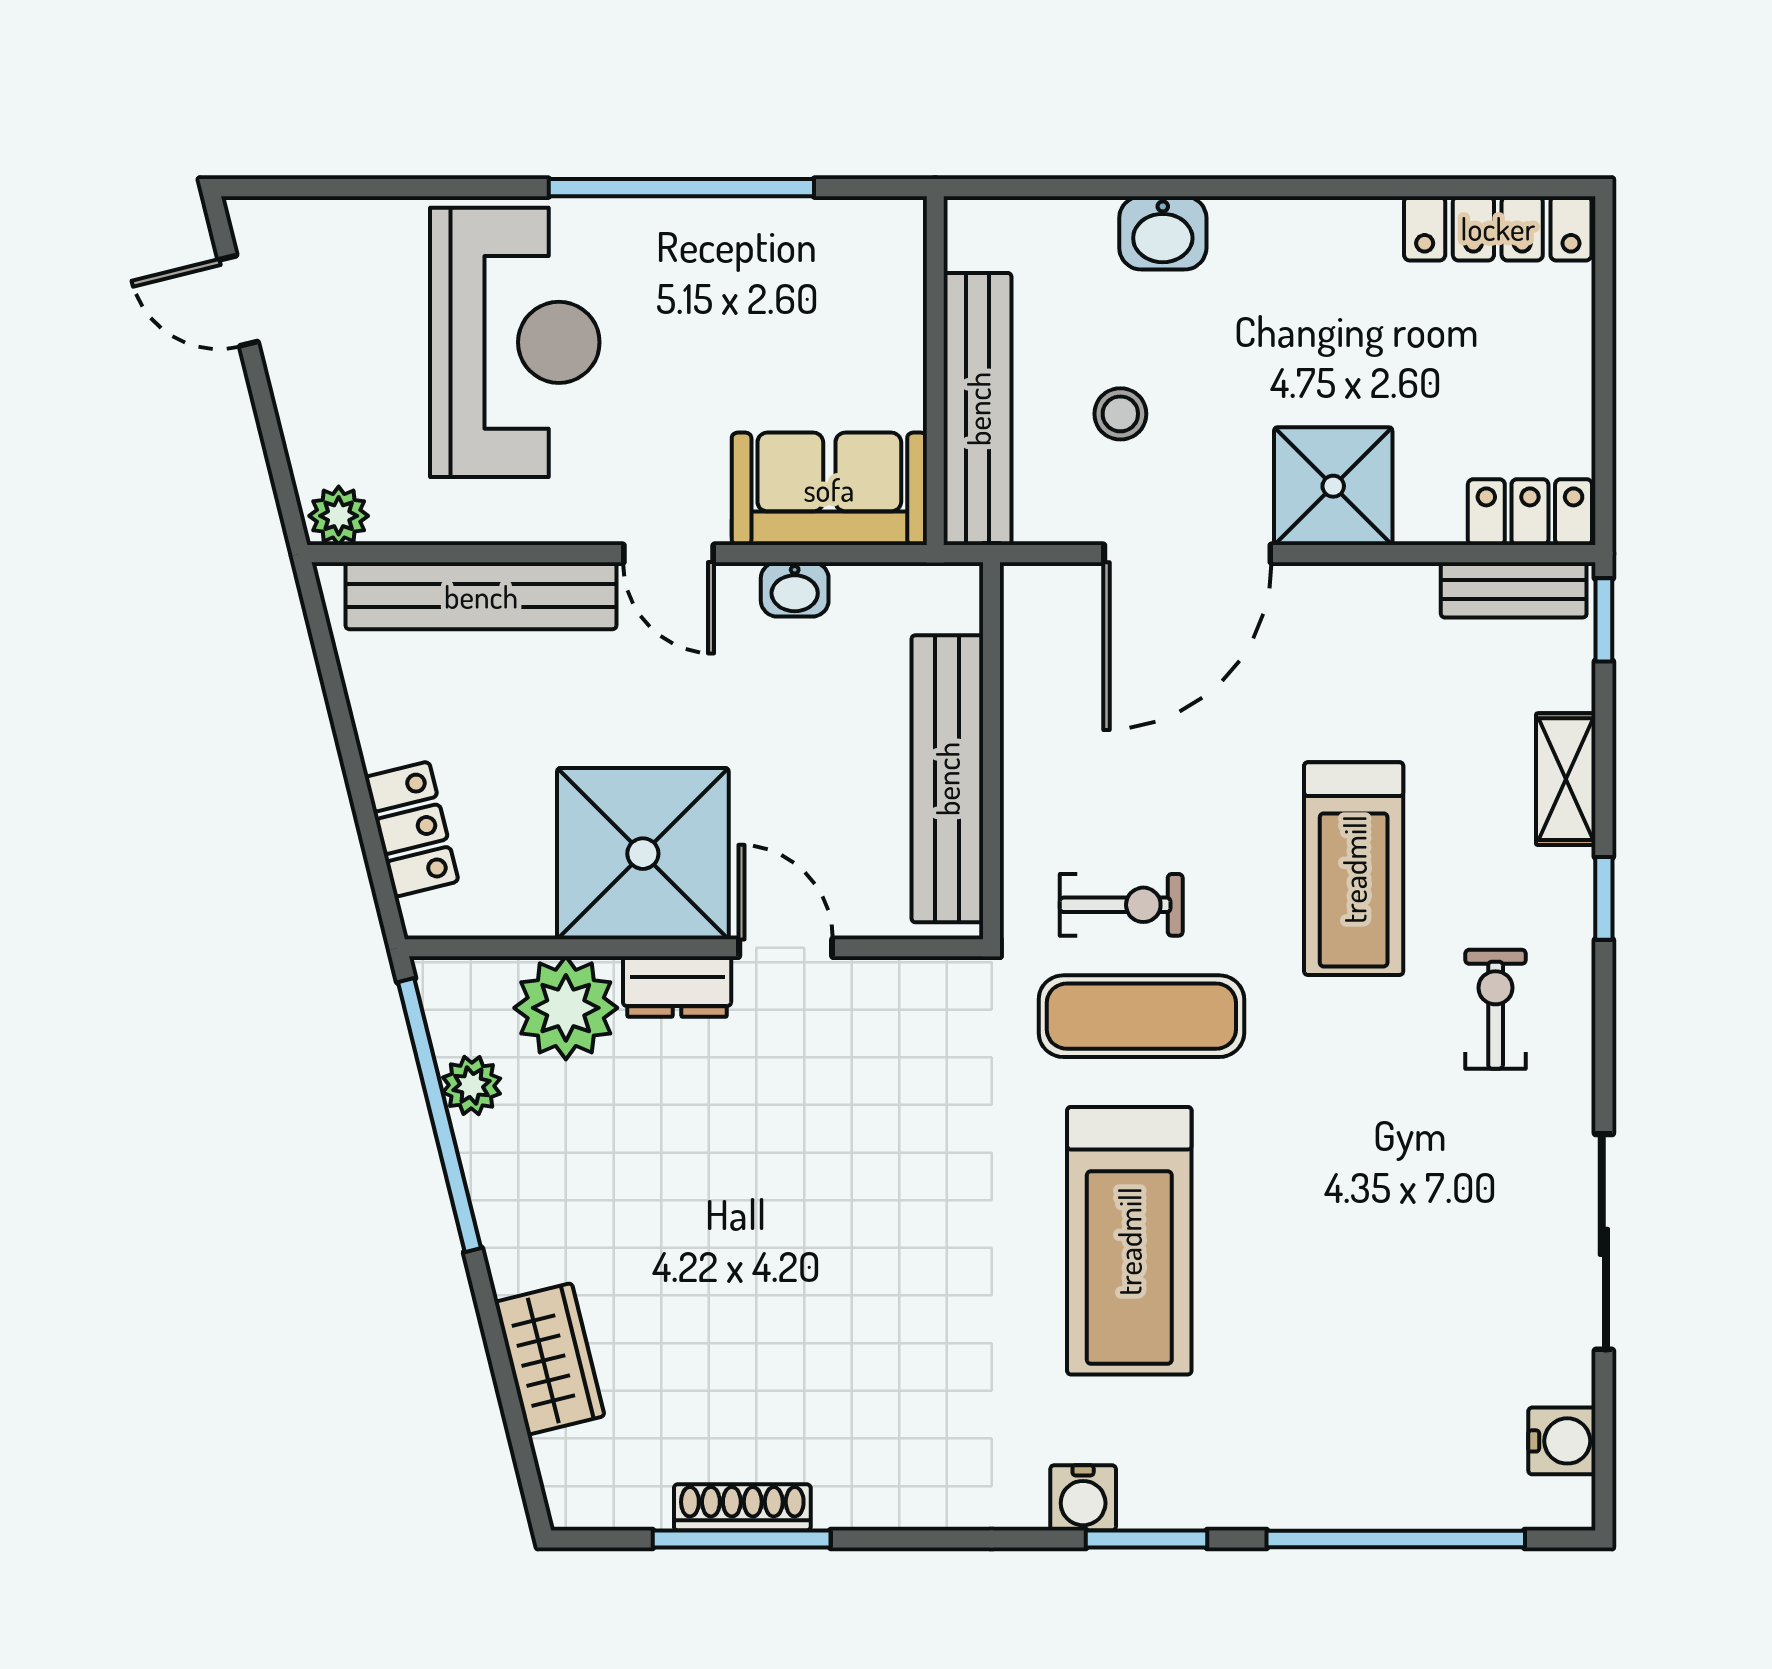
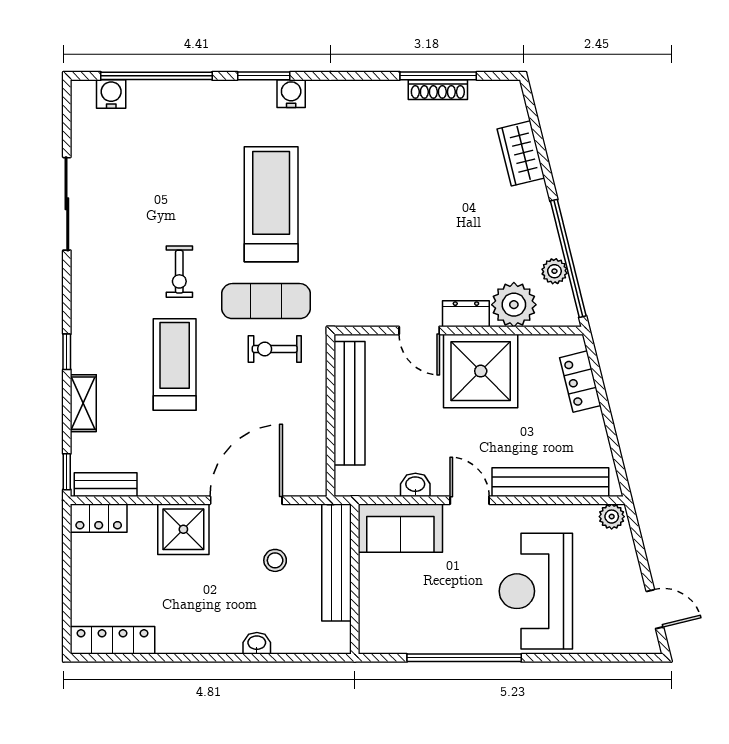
washbasin: (1163, 233) -> (257, 643), width x0.72, depth x0.69
exercise bike: (1496, 1009) -> (179, 272), moved
water cooler: (1562, 1441) -> (111, 94), moved, turned 90

